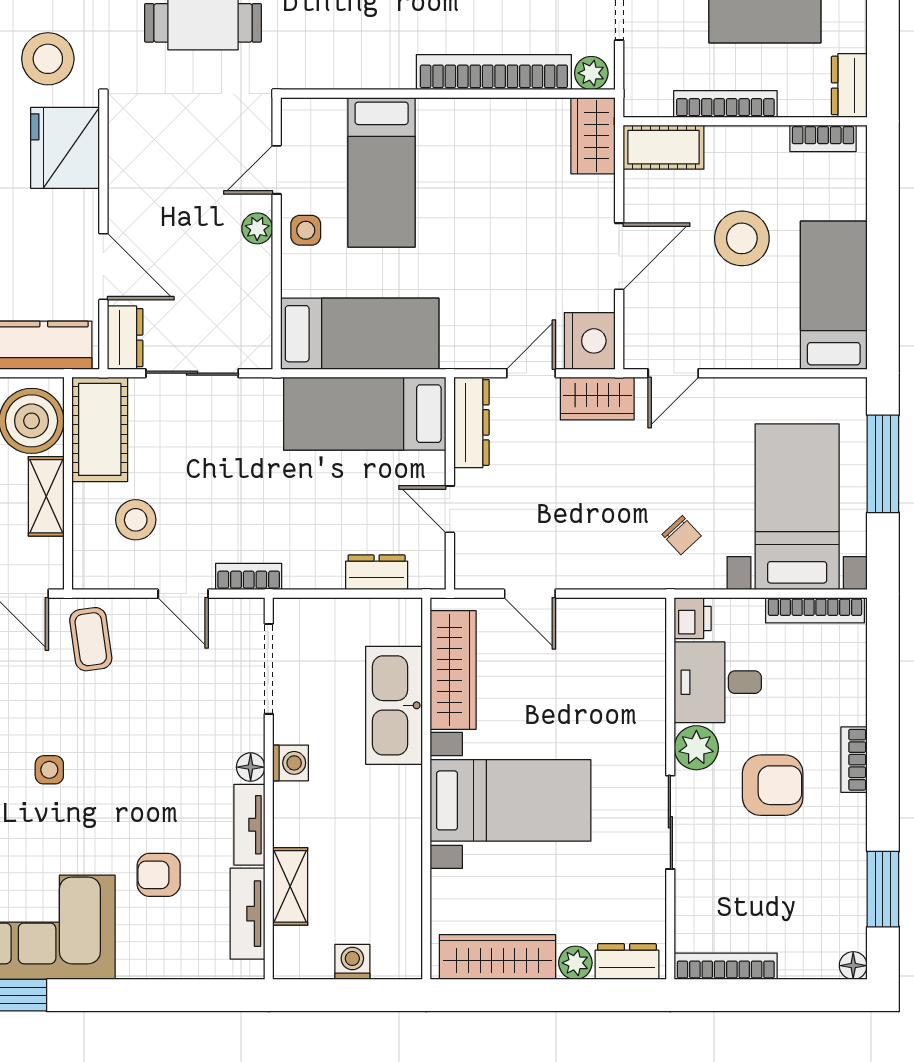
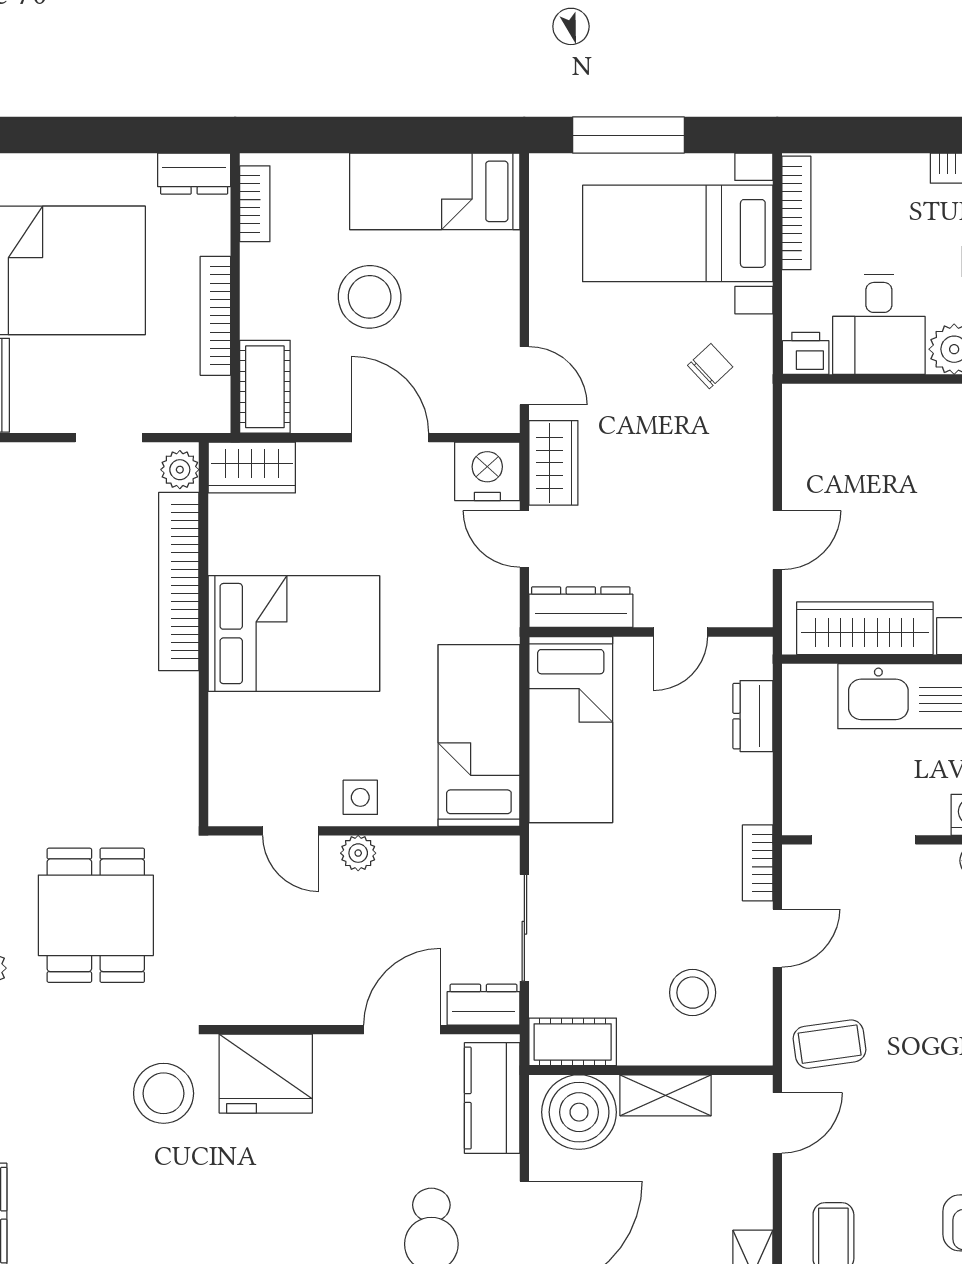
bed: (382, 172) -> (294, 634), moved, width x1.50
cot: (100, 429) -> (573, 1042), width x0.73, depth x0.75

